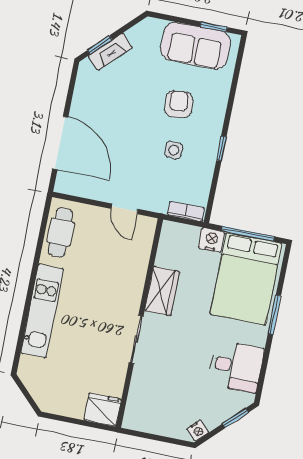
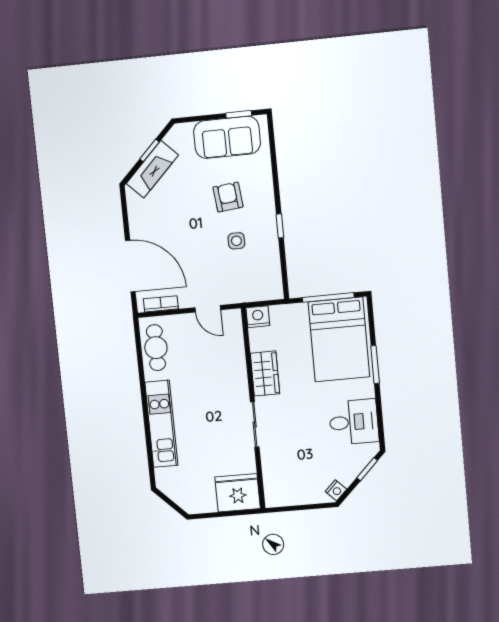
window: (100, 45) -> (150, 150), moved
fireplace: (110, 52) -> (152, 169), width x1.37, depth x1.32
bookcase: (186, 211) -> (161, 304), moved
nightstand: (211, 240) -> (258, 317), moved
fridge: (103, 410) -> (238, 493), width x1.36, depth x1.34

